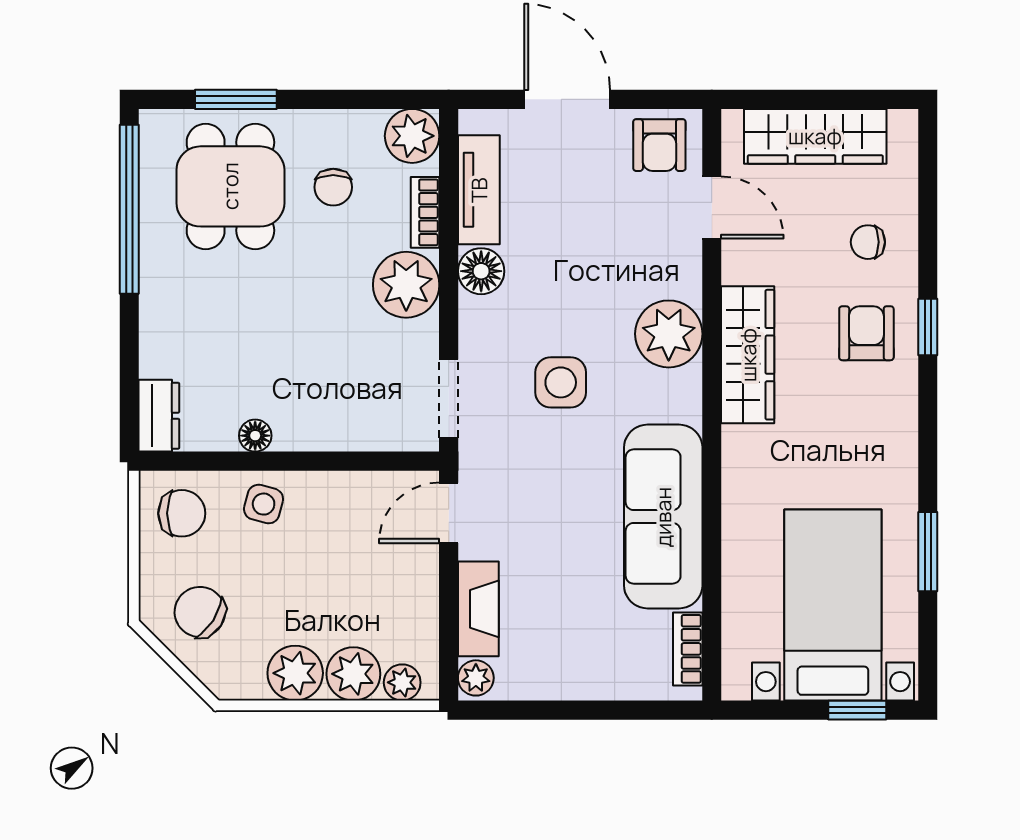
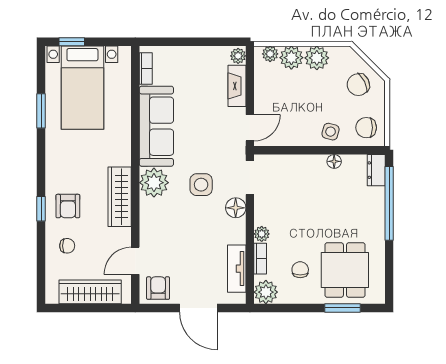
door: (712, 208) -> (135, 261), hinge flipped
window: (129, 209) -> (389, 203), moved
floor lamp: (481, 271) -> (236, 208), moved
plant: (406, 285) -> (262, 234), width x0.53, depth x0.53
plant: (669, 334) -> (154, 183), moved
chair: (200, 612) -> (358, 85), turned 120

